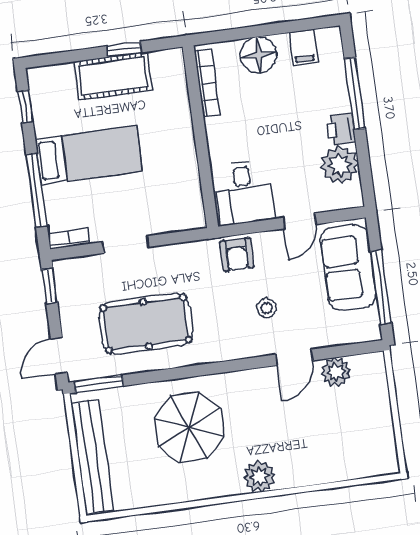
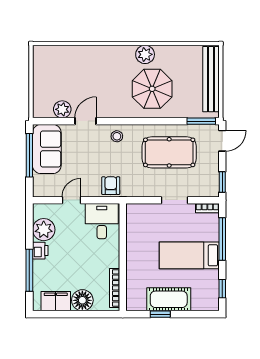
filing cabinet: (303, 47) -> (56, 301), width x2.00
sofa: (348, 268) -> (47, 149), moved
stool: (267, 308) -> (117, 136), moved
plant: (259, 477) -> (145, 54), moved

